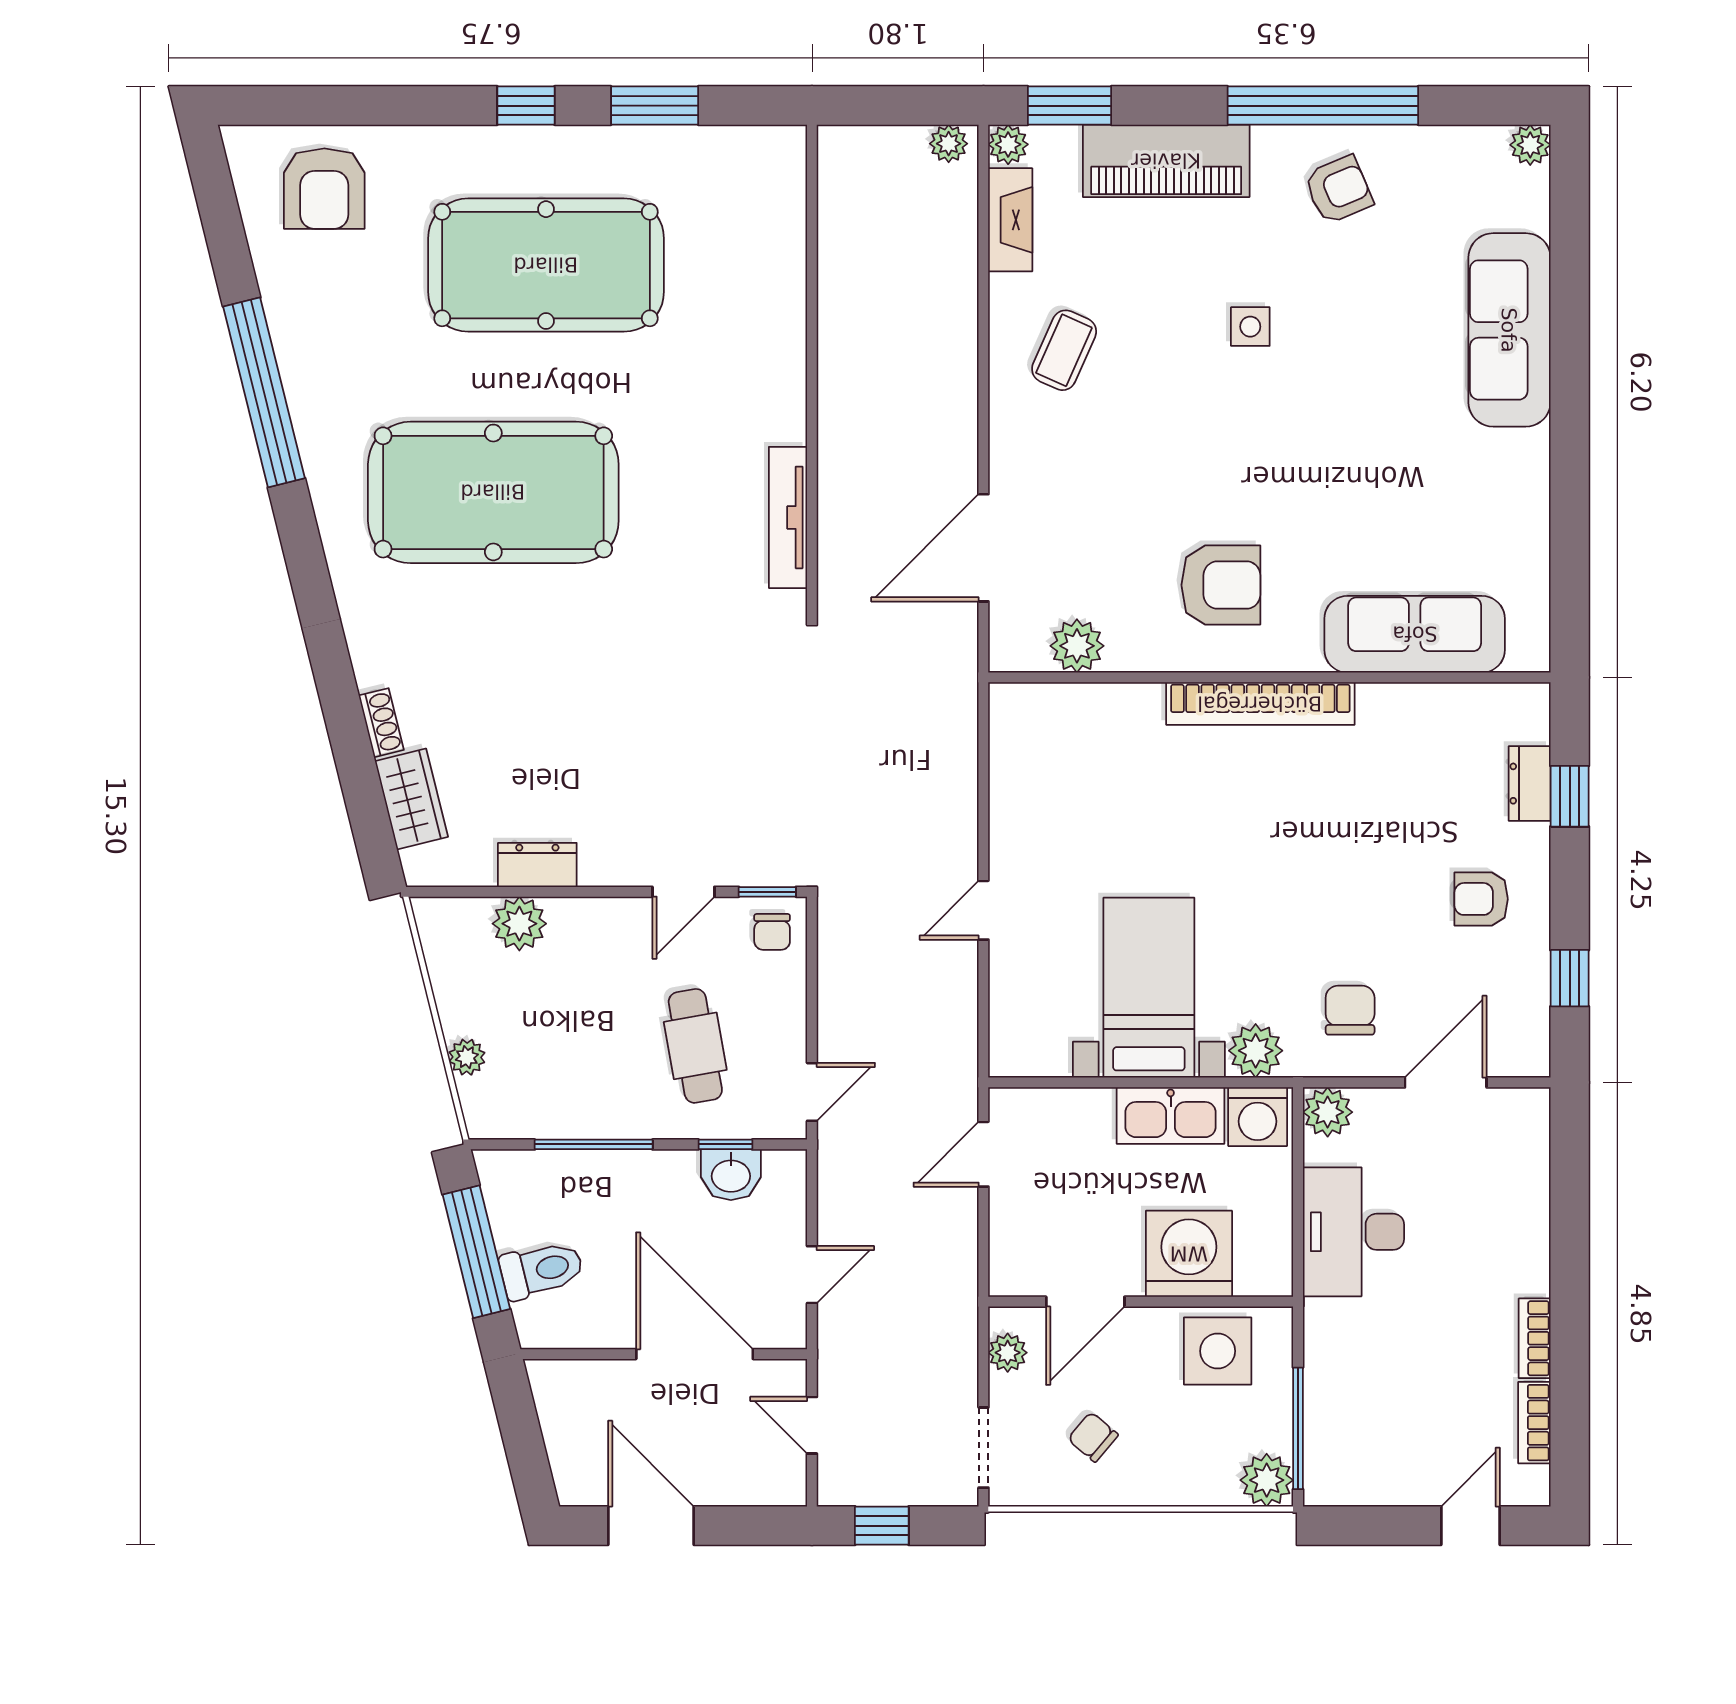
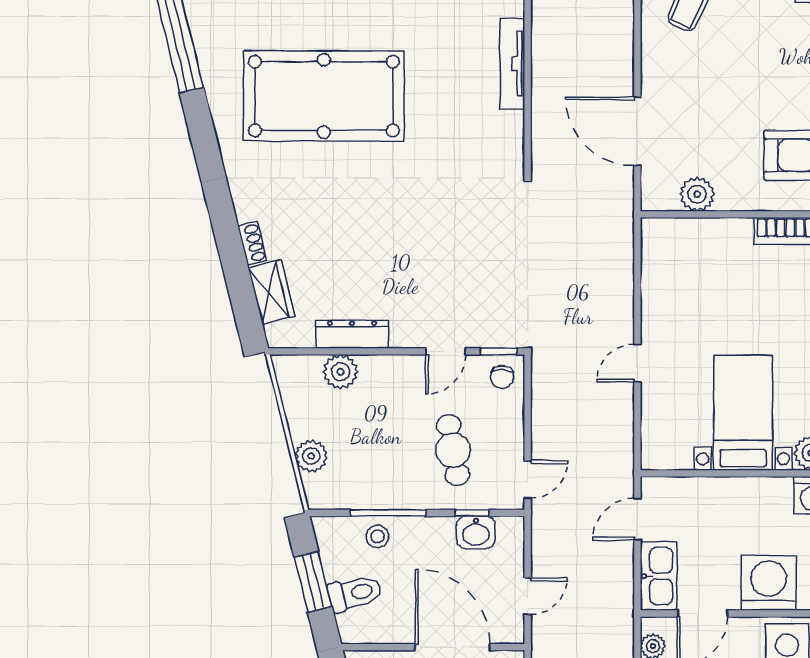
tv unit: (788, 517) -> (512, 64), moved
door: (983, 548) -> (637, 131), hinge flipped
dresser: (537, 865) -> (352, 334), width x1.44
plant: (467, 1057) -> (311, 456), width x1.38, depth x1.38
kitchen sink: (1171, 1116) -> (659, 576), moved, turned -90
stool: (577, 1181) -> (377, 536), added
window: (476, 1252) -> (313, 582), width x0.69

